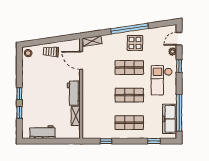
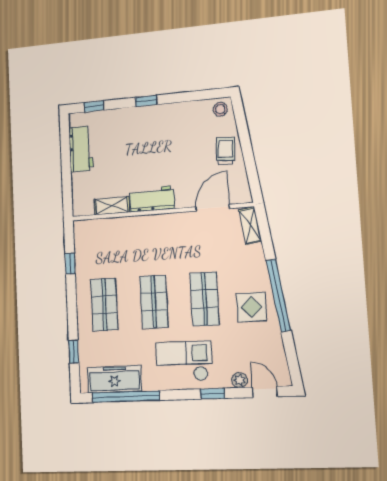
window: (19, 112) -> (94, 106), moved

